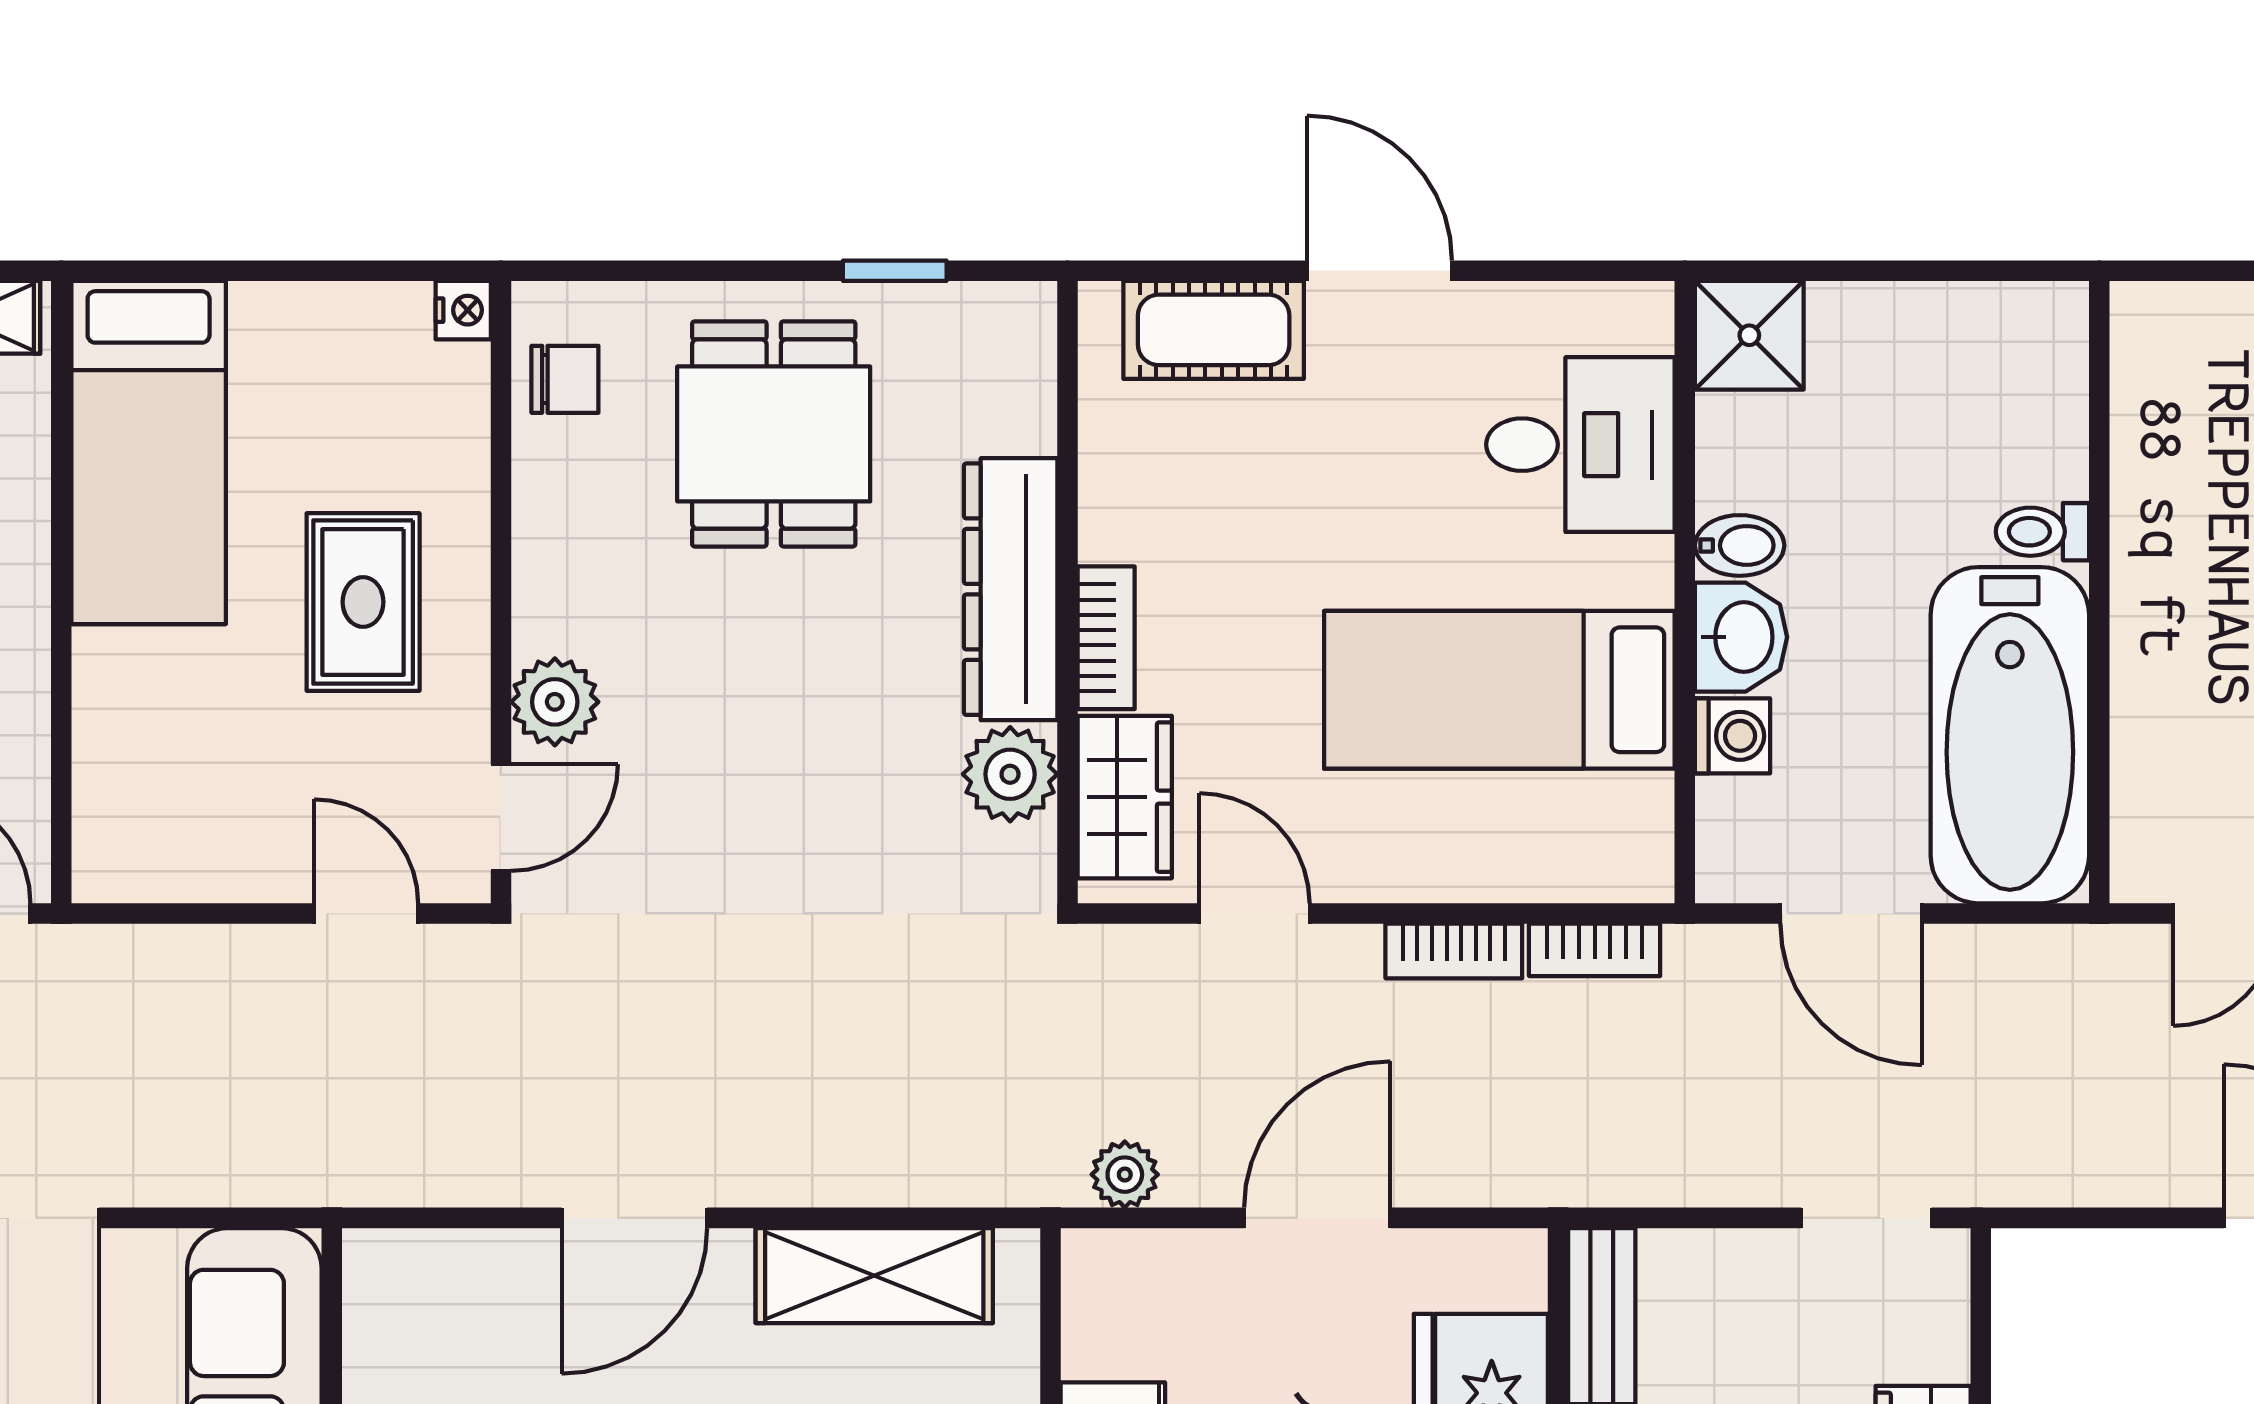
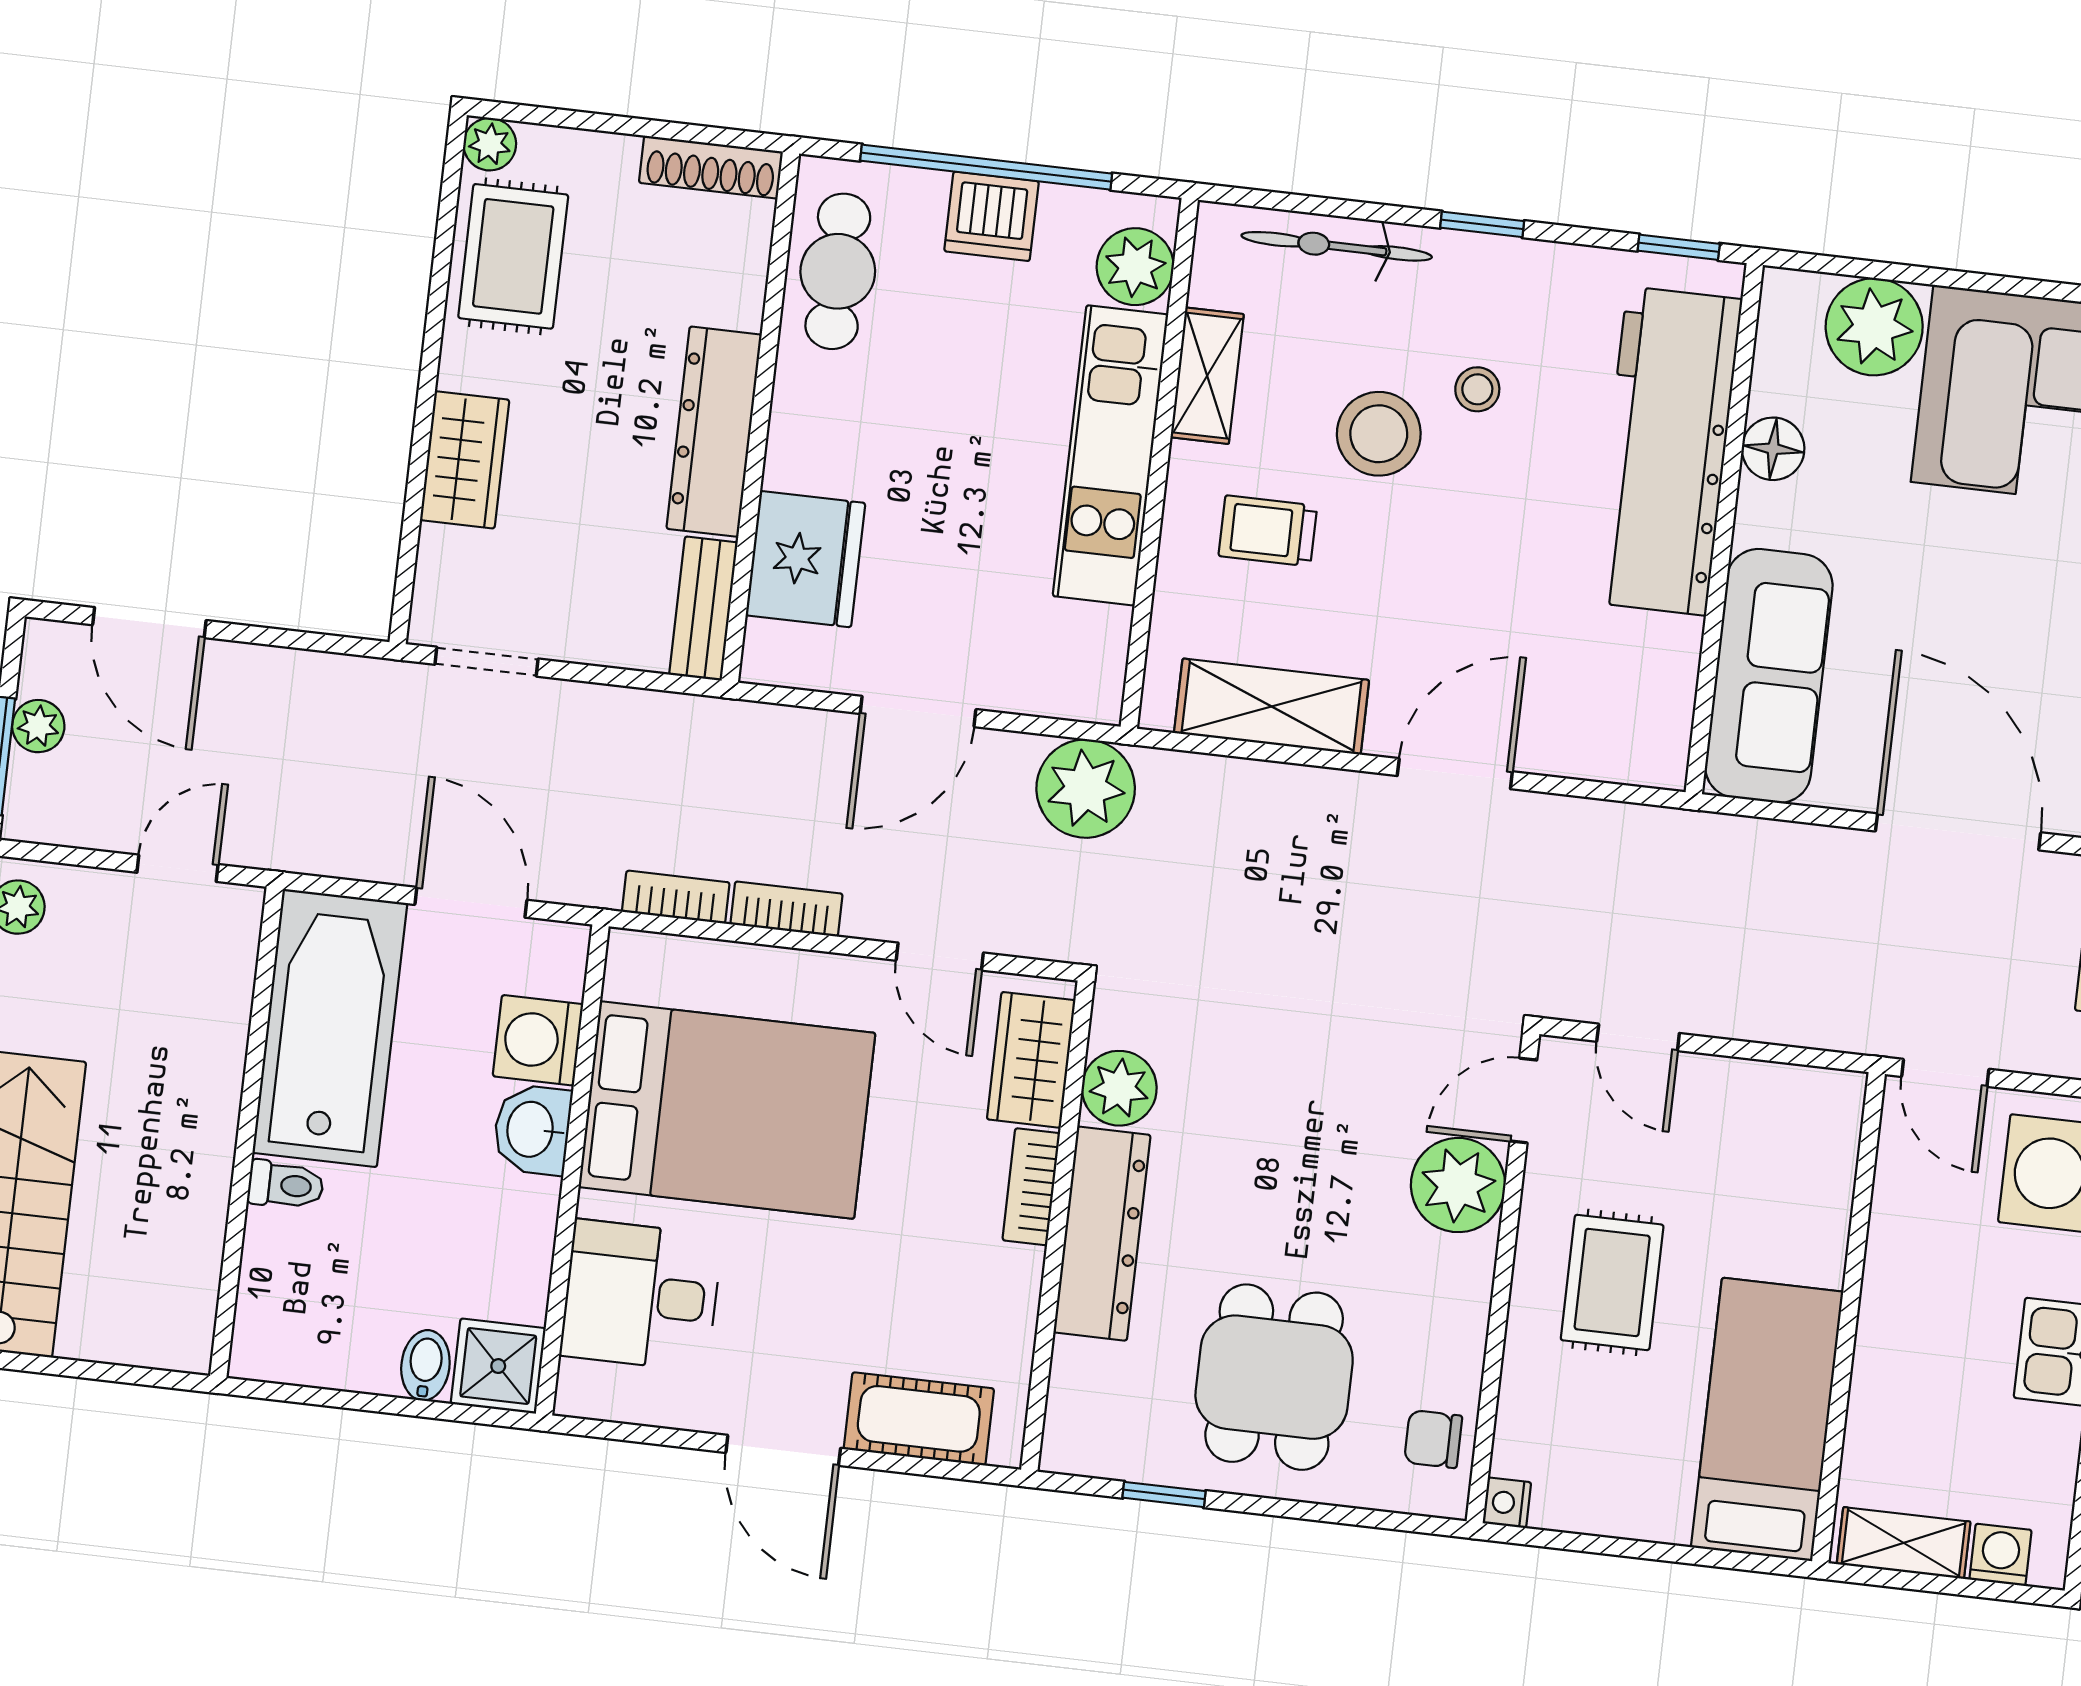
bidet: (1740, 545) -> (425, 1365), moved, turned 90
bed: (1499, 690) -> (727, 1110), width x1.50
plant: (555, 702) -> (1458, 1185), width x1.36, depth x1.36
washing machine: (1733, 736) -> (538, 1040), width x1.38, depth x1.38
plant: (1125, 1175) -> (1086, 789), width x1.88, depth x1.88

